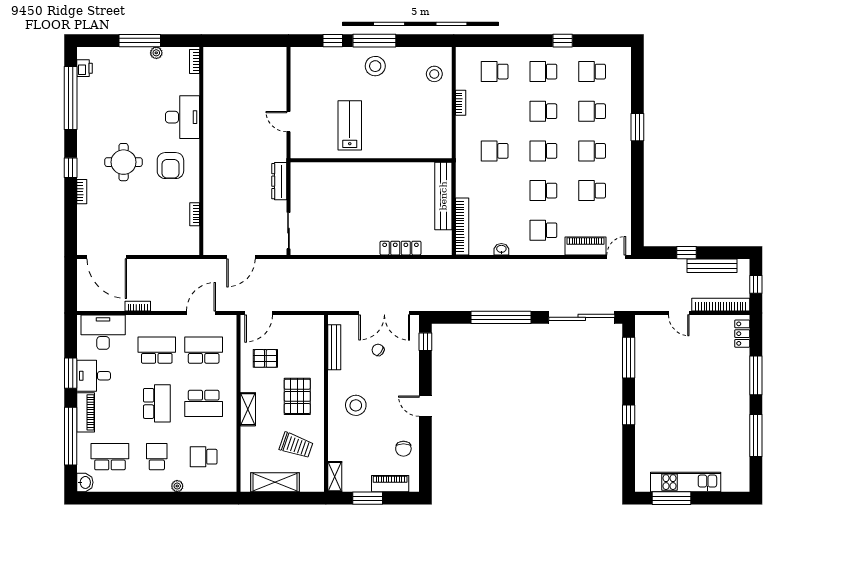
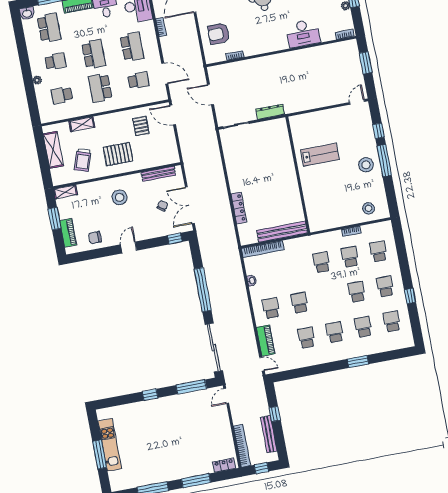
window: (238, 41) -> (366, 63), added
door: (288, 122) -> (357, 102), moved
school desk: (543, 151) -> (350, 257), moved
armchair: (170, 166) -> (219, 34), moved
door: (679, 313) -> (226, 396), moved
school desk: (204, 350) -> (138, 80), width x0.54
school desk: (157, 403) -> (94, 54), turned -90
shelving: (248, 409) -> (82, 124), moved
school desk: (204, 457) -> (62, 95), turned -90
window: (671, 498) -> (99, 454), moved

